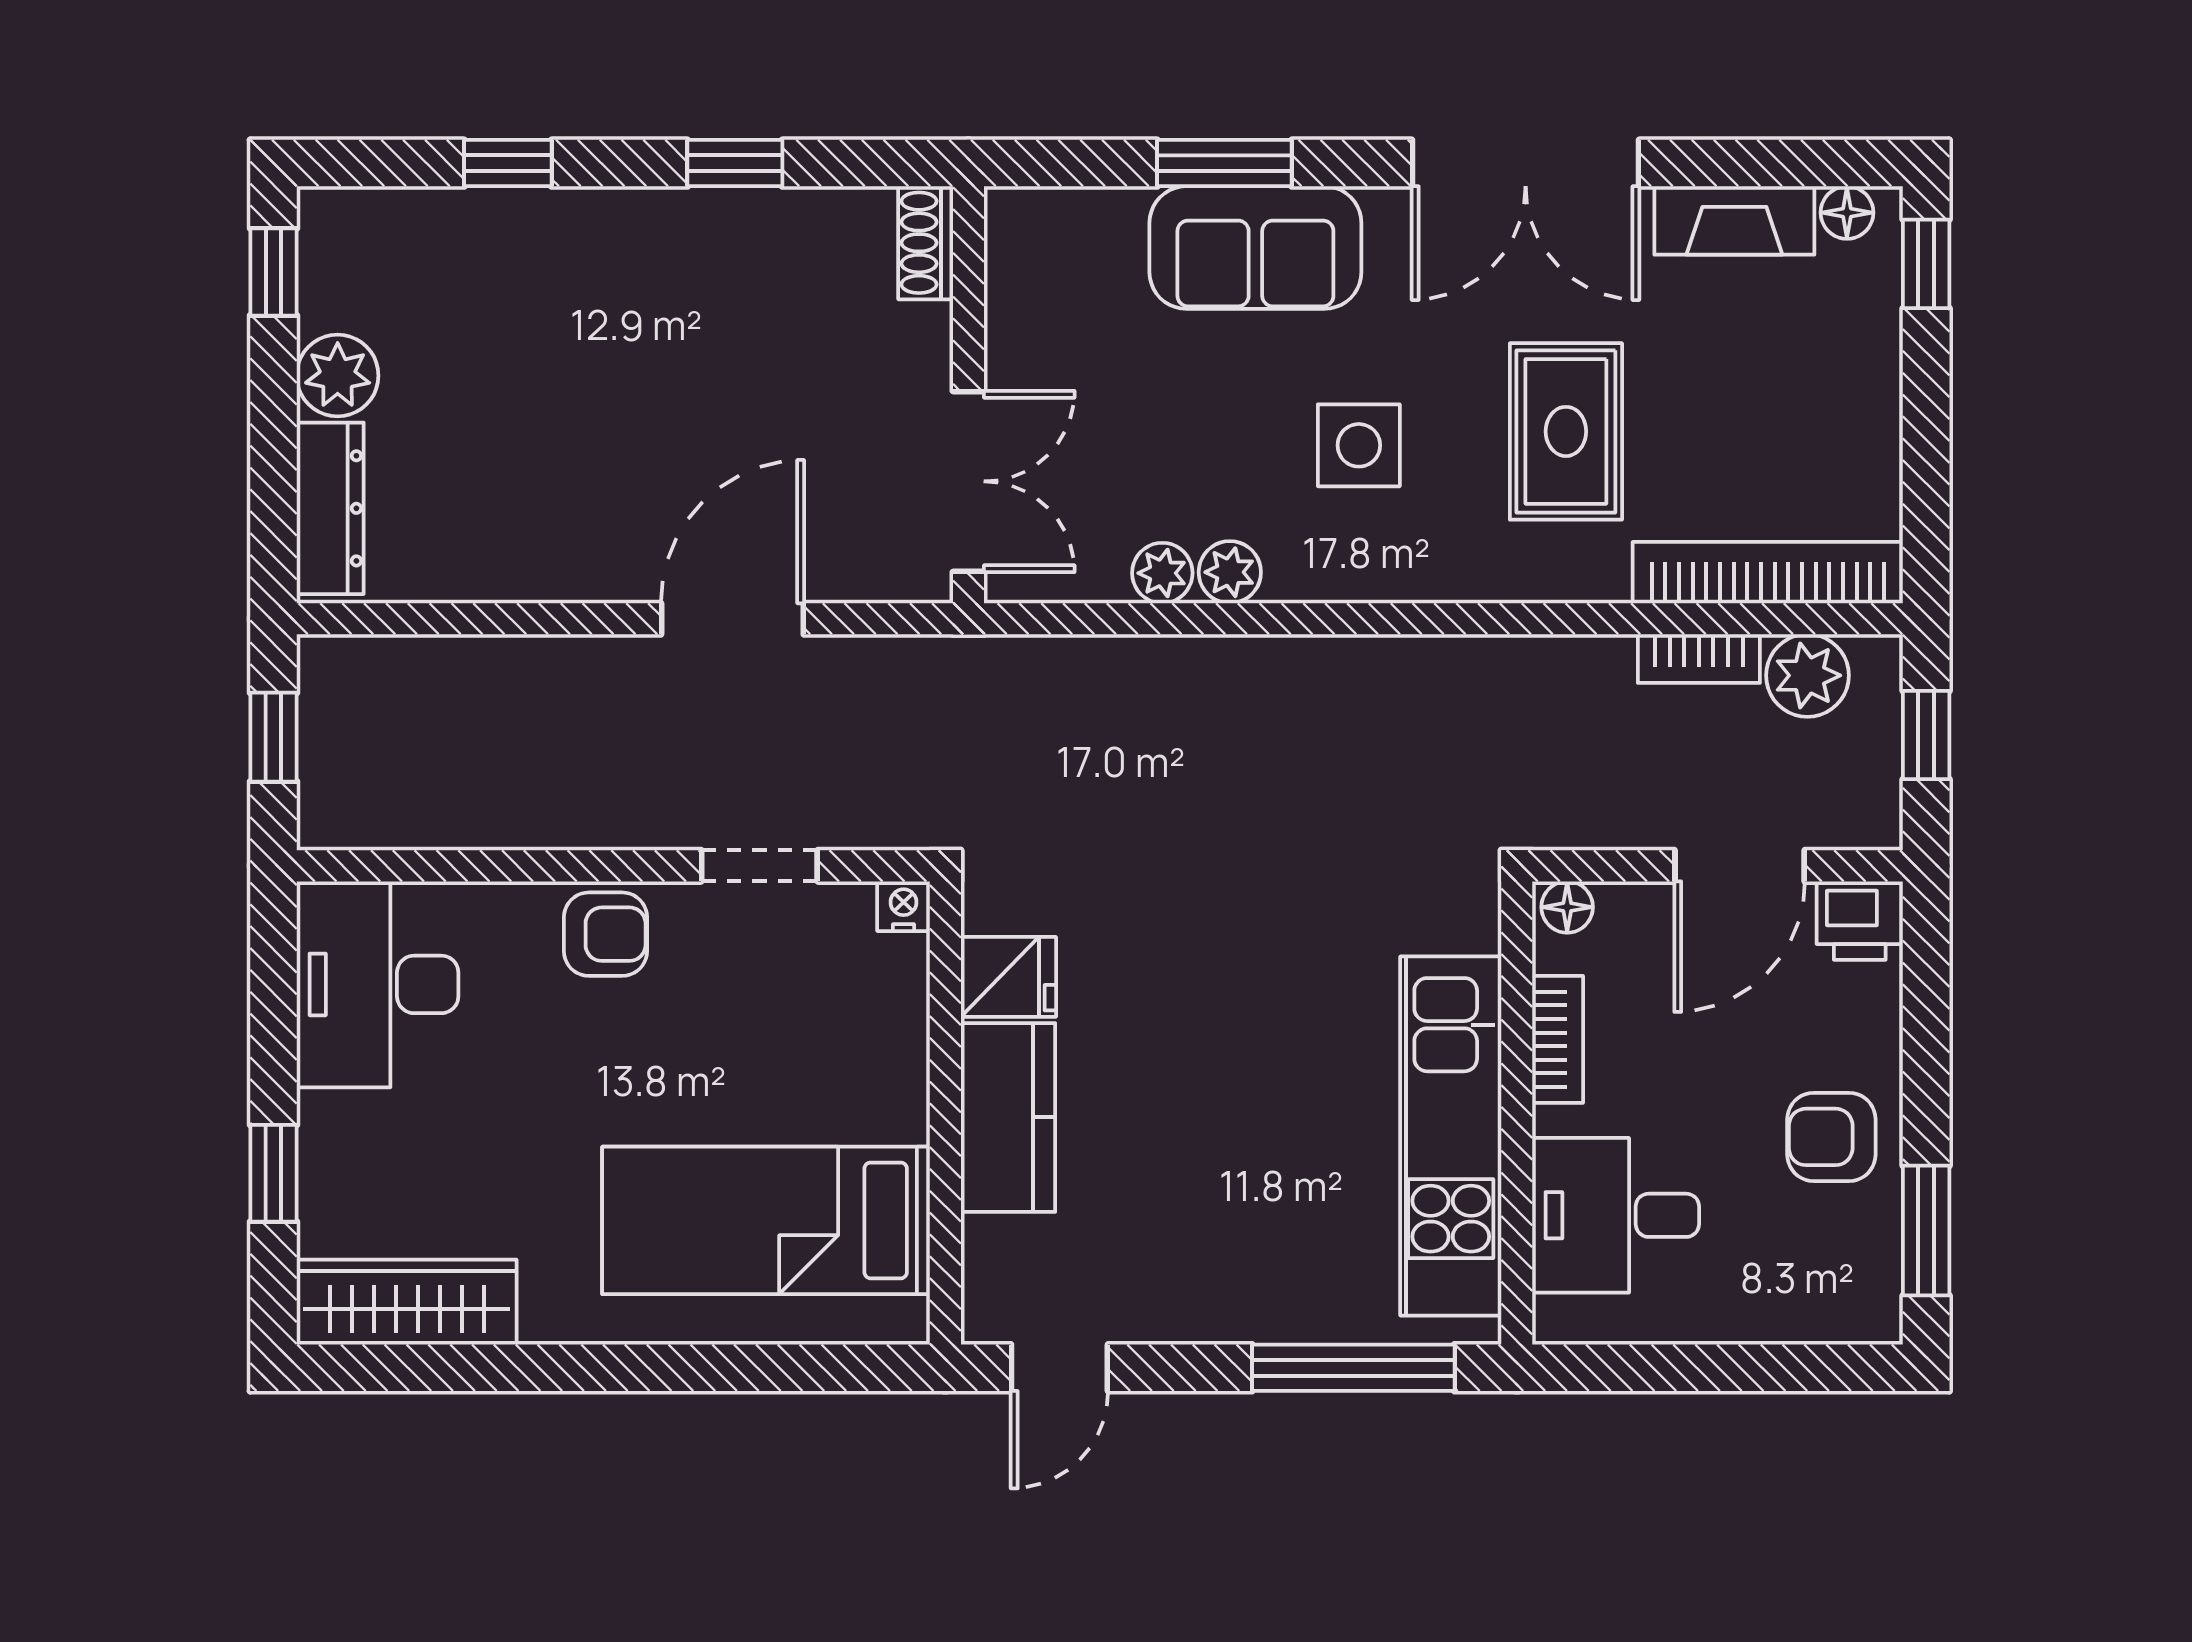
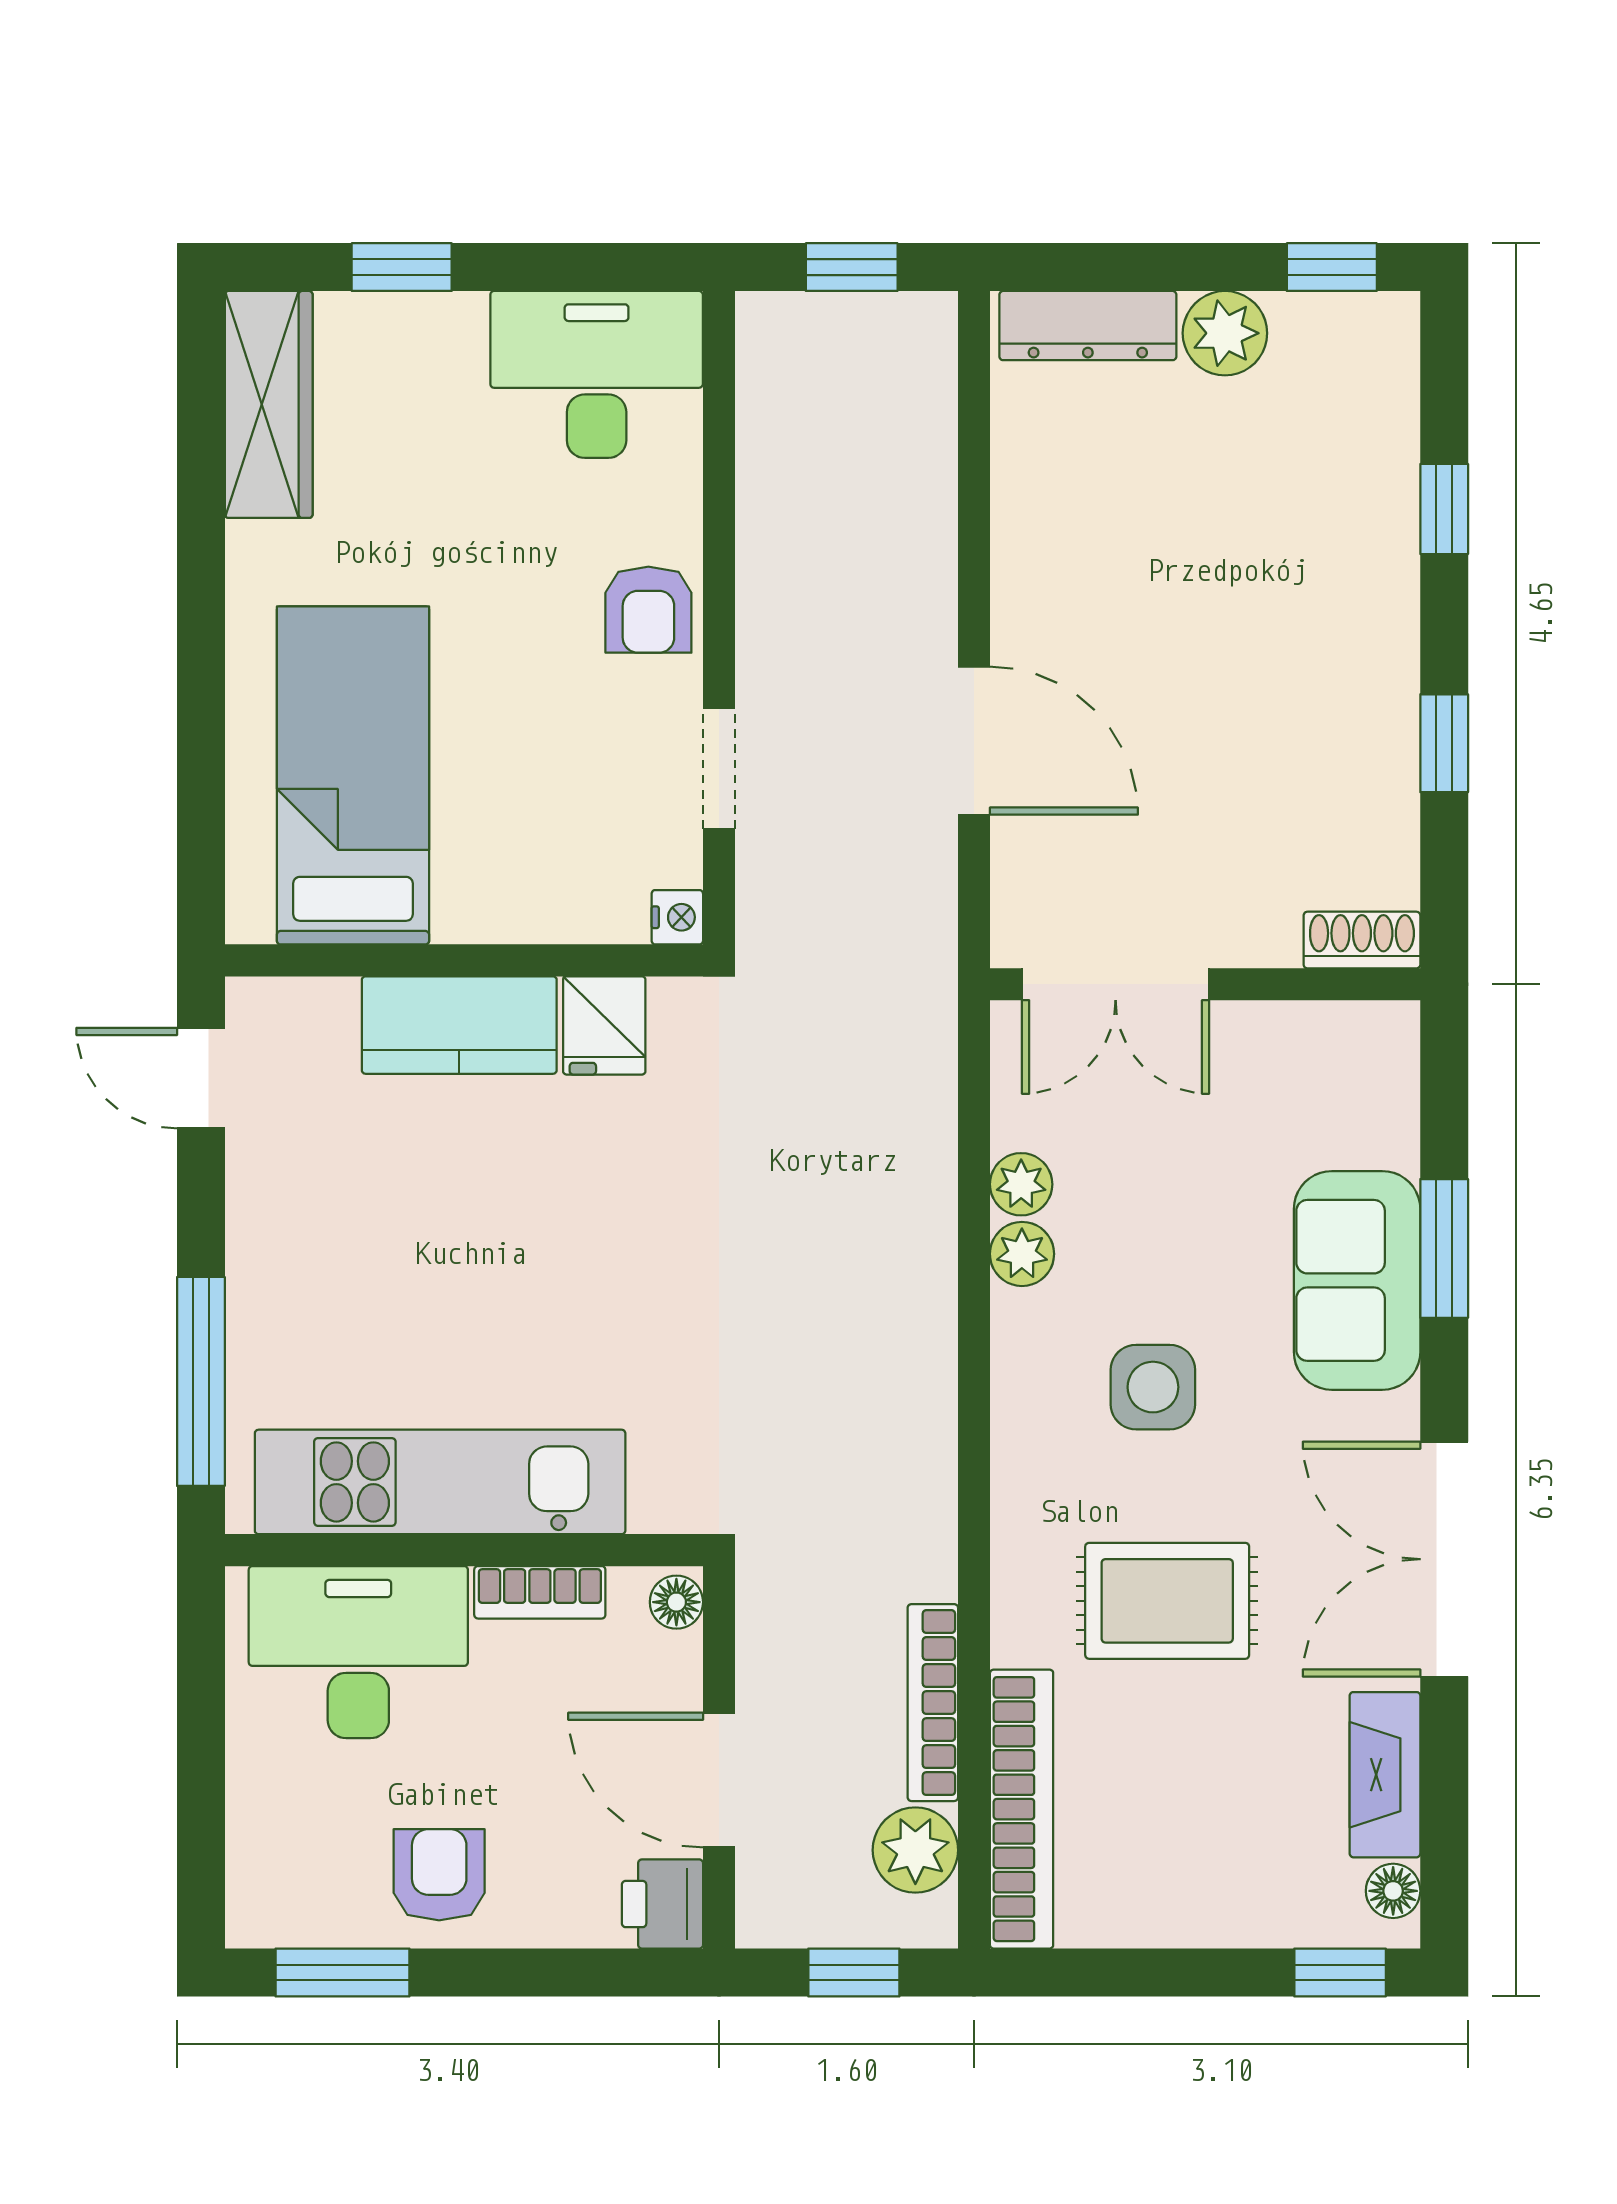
bookcase: (1699, 659) -> (933, 1703), width x1.56
desk: (1616, 1215) -> (358, 1652), width x1.37

